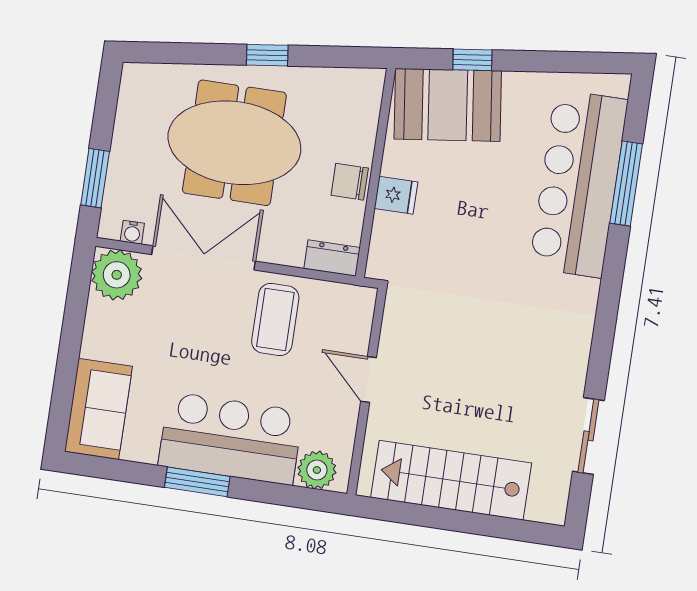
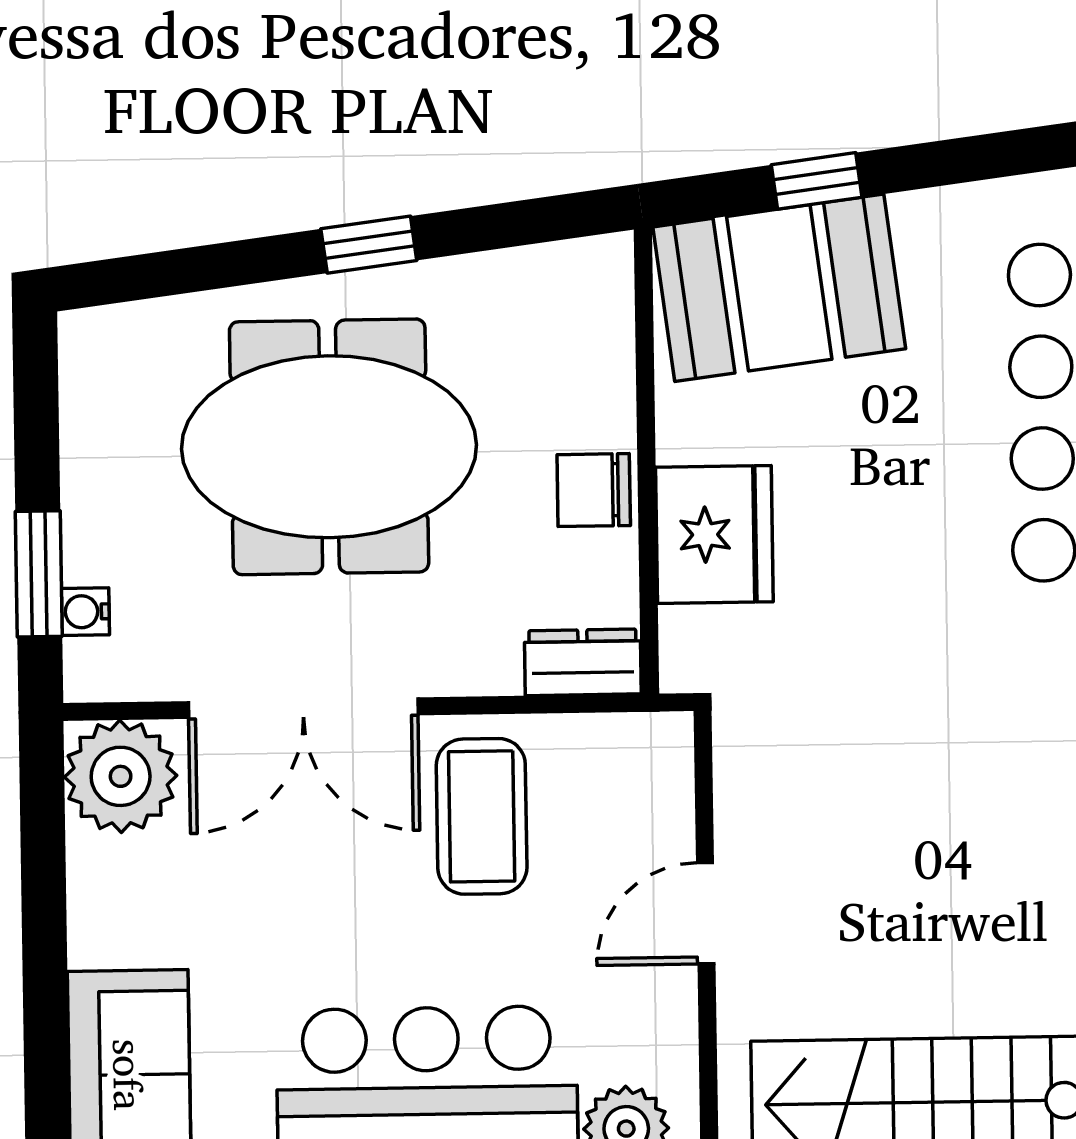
fridge: (396, 195) -> (714, 534), width x1.88, depth x1.34
water cooler: (132, 232) -> (85, 612), moved, turned 90
double door: (203, 258) -> (303, 708), swing flipped
door: (368, 379) -> (706, 913), hinge flipped

